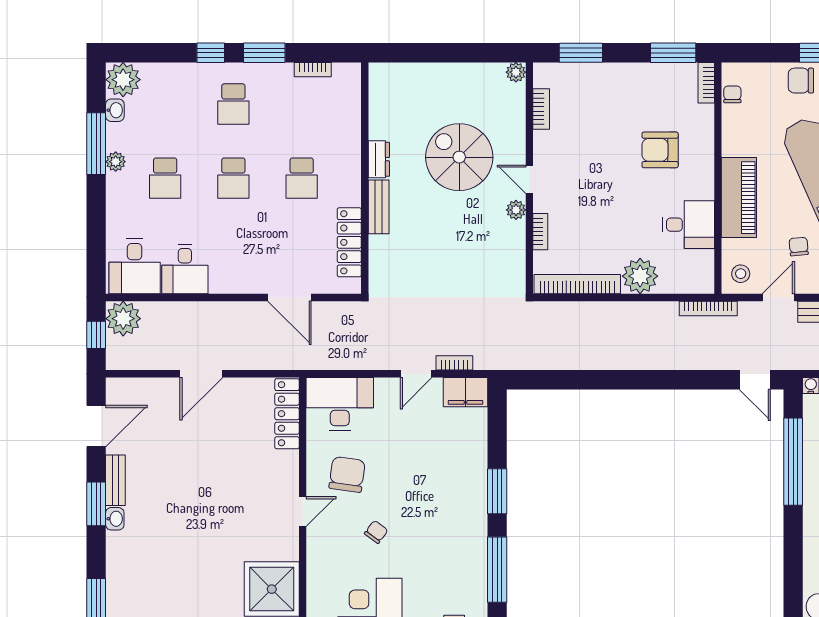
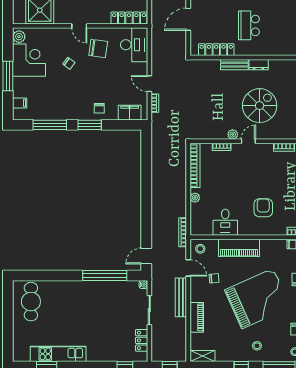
school desk: (302, 178) -> (249, 25), width x1.85
plant: (640, 276) -> (195, 198), width x0.53, depth x0.53
filing cabinet: (466, 392) -> (130, 113), moved, turned 90
chair: (464, 472) -> (99, 108), added

